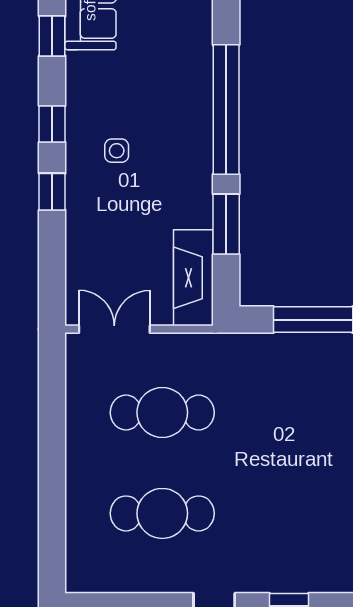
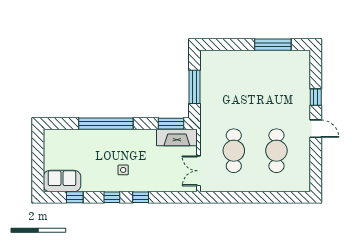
window: (226, 224) -> (171, 124), moved

